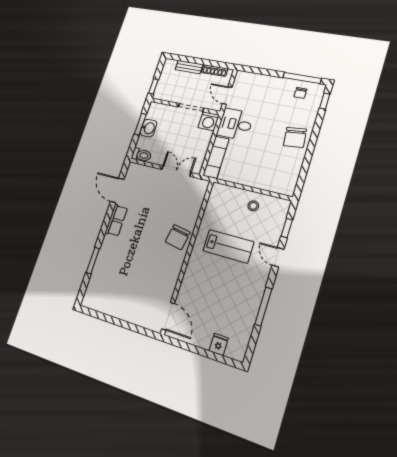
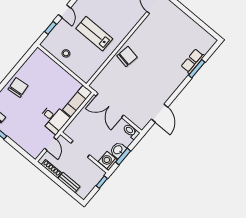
washing machine: (209, 121) -> (108, 161), moved, turned -90
double door: (176, 171) -> (110, 105), width x1.37
row of seats: (116, 220) -> (193, 61), moved

